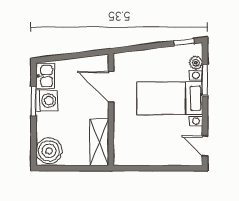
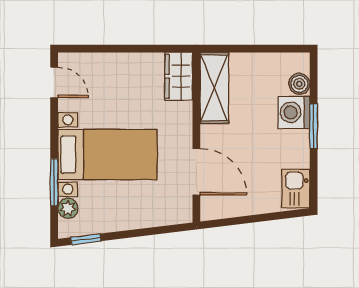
window: (34, 101) -> (314, 126), moved
washing machine: (47, 101) -> (294, 112), moved
wardrobe: (123, 150) -> (179, 76), added
boiler: (49, 151) -> (299, 84), width x0.54, depth x0.54

